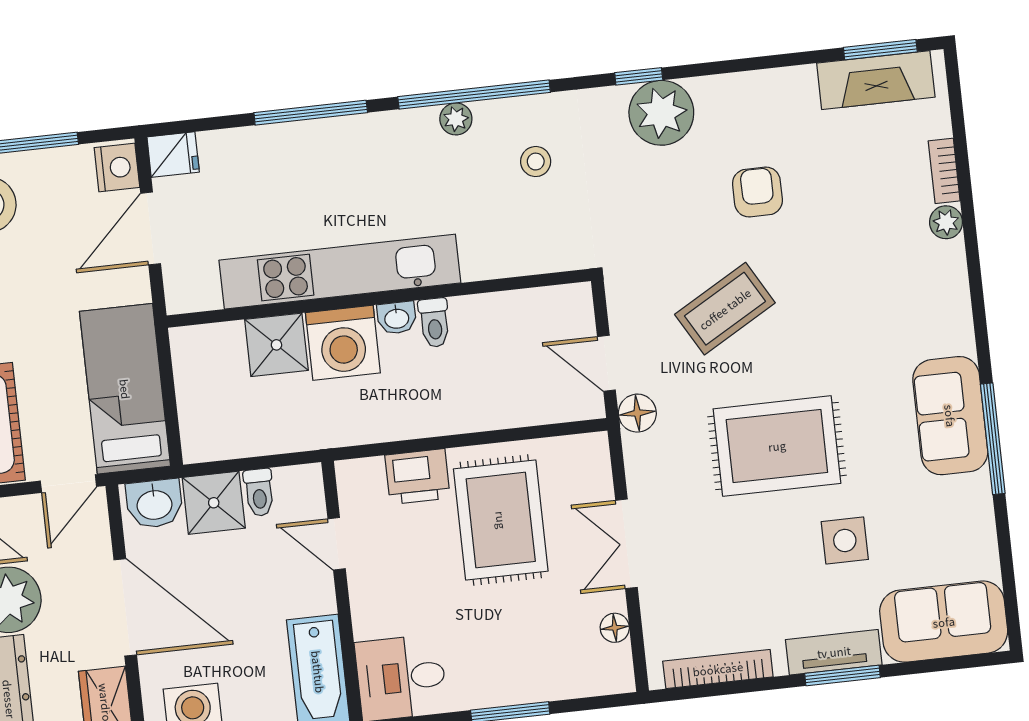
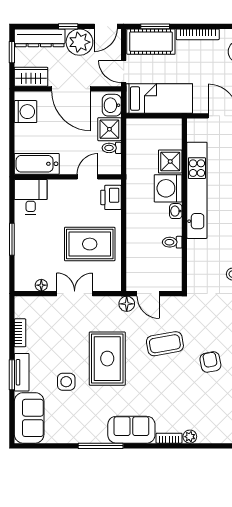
bookcase: (944, 171) -> (169, 438), moved
armchair: (757, 192) -> (210, 362), turned -101
coffee table: (725, 309) -> (165, 344), turned -70
toilet: (434, 323) -> (172, 242), moved
door: (606, 363) -> (148, 294), swing flipped
sofa: (950, 416) -> (131, 430), moved
printer: (417, 477) -> (111, 197), moved
door: (125, 607) -> (71, 89), hinge flipped
bookcase: (718, 669) -> (20, 333), width x0.64

